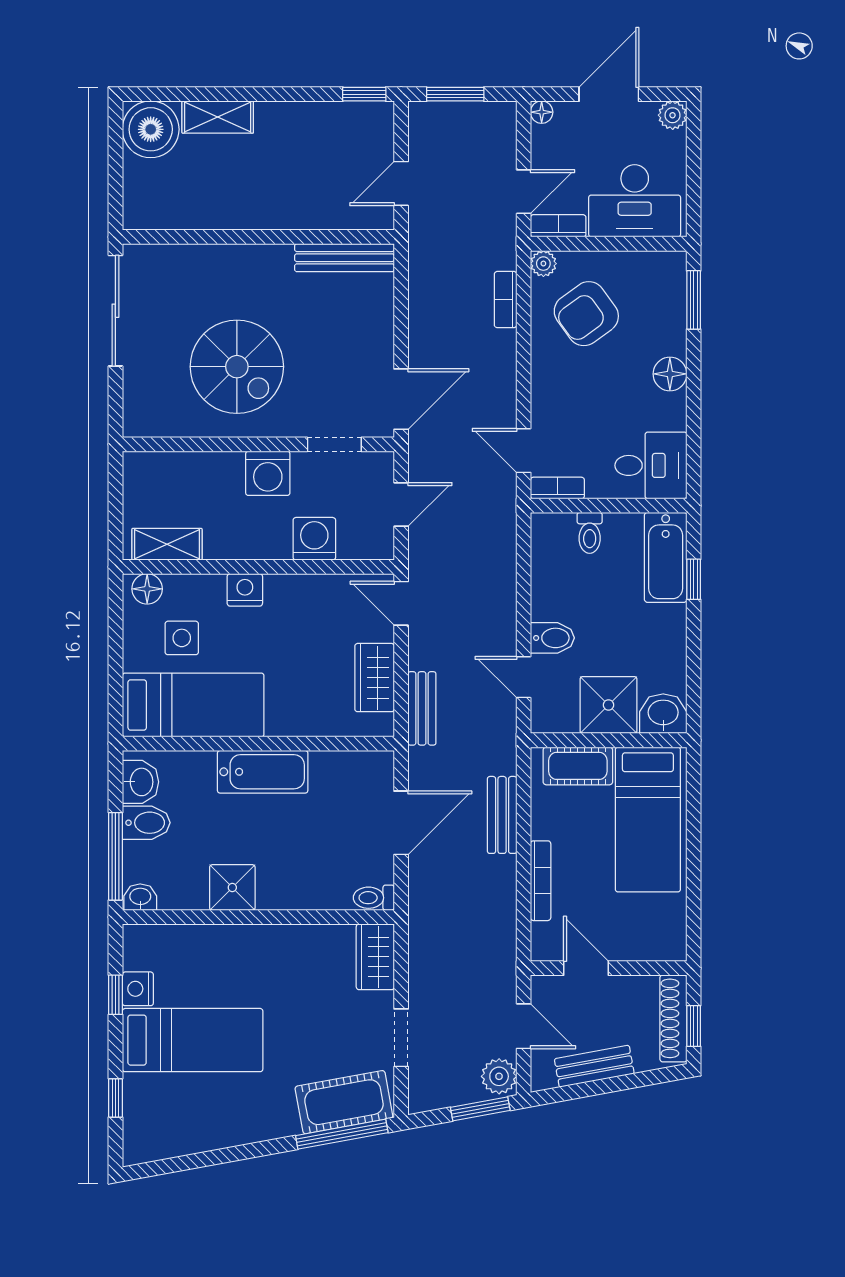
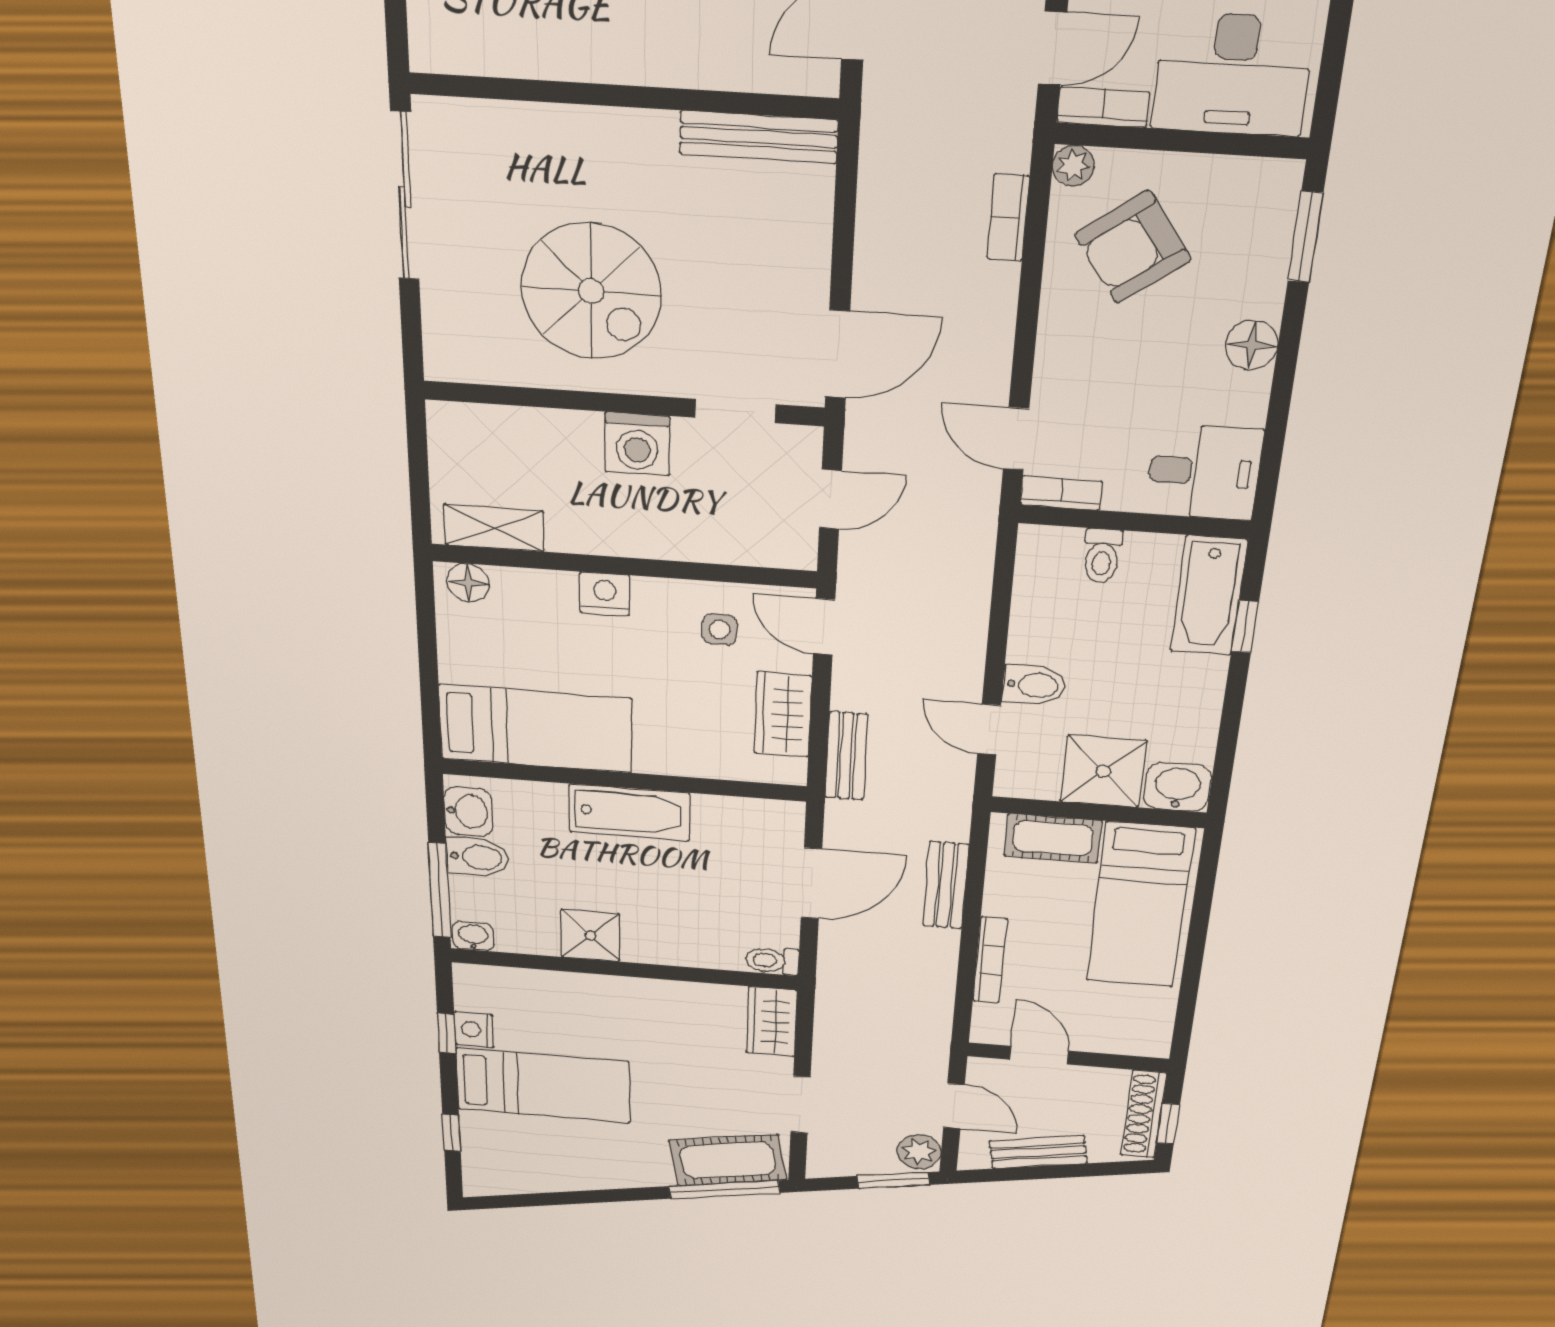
washing machine: (314, 539) -> (704, 536), removed
side table: (182, 638) -> (720, 629), moved, width x0.73, depth x0.73

